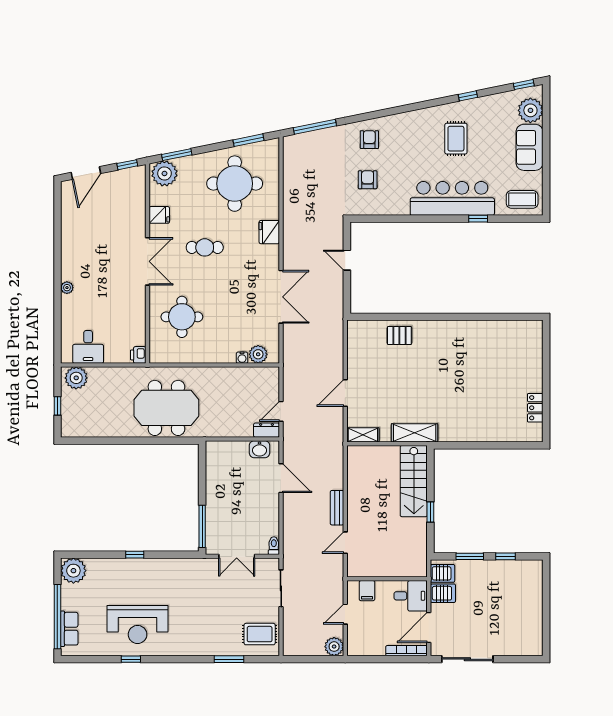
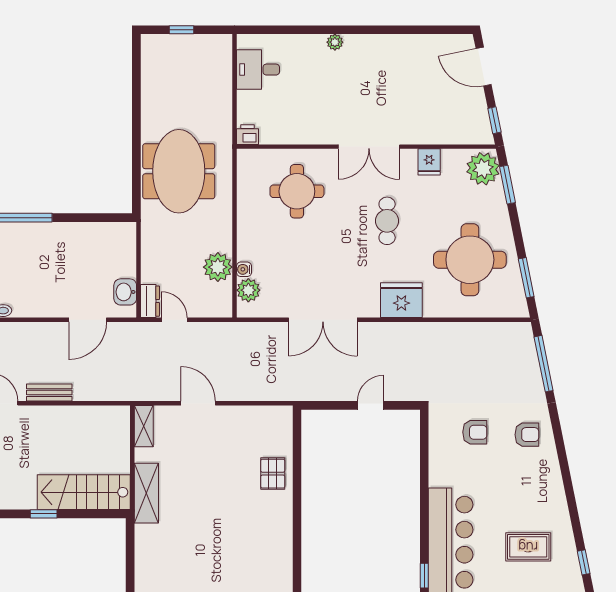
fridge: (269, 232) -> (401, 300), width x1.36, depth x1.34
plant: (76, 378) -> (218, 267), moved

